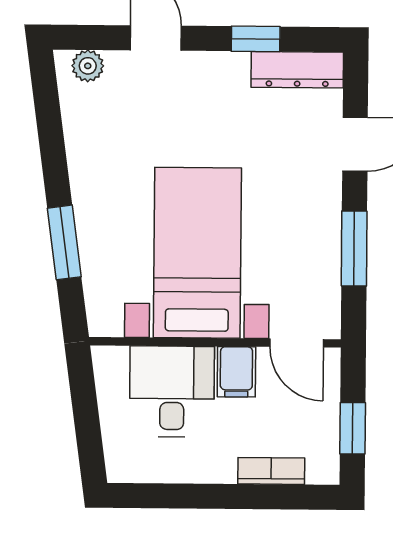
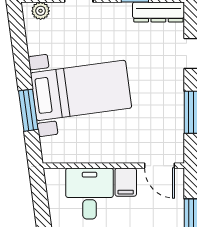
bed with nightstands: (197, 253) -> (81, 90), moved, turned 82

